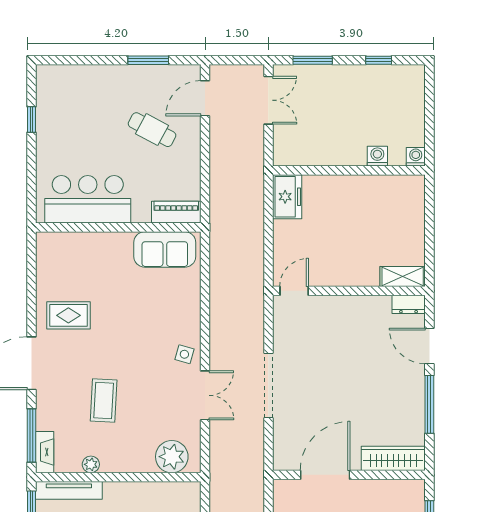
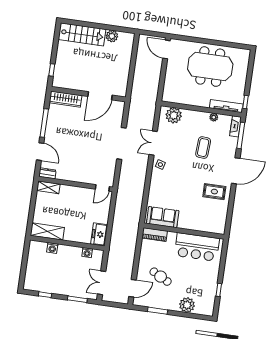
plant: (91, 80) -> (187, 305), added
washing machine: (416, 157) -> (87, 253), moved
shelving: (392, 188) -> (47, 231), added

